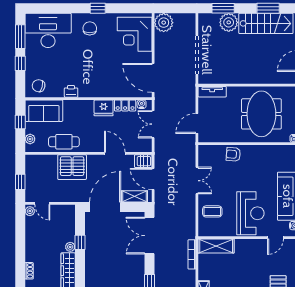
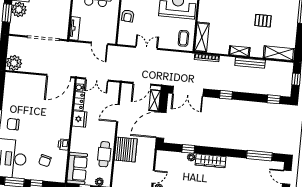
corner desk: (135, 34) -> (21, 88), removed
chair: (39, 86) -> (45, 161), moved
server rack: (143, 161) -> (126, 91), removed
door: (105, 207) -> (161, 125), hinge flipped
coffee table: (212, 211) -> (183, 38), moved

